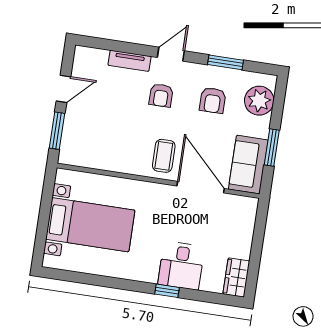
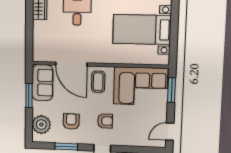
tv unit: (129, 61) -> (129, 141), removed
door: (63, 89) -> (170, 132), moved
armchair: (161, 95) -> (105, 121), turned 90
corner sofa: (102, 142) -> (141, 86), added

